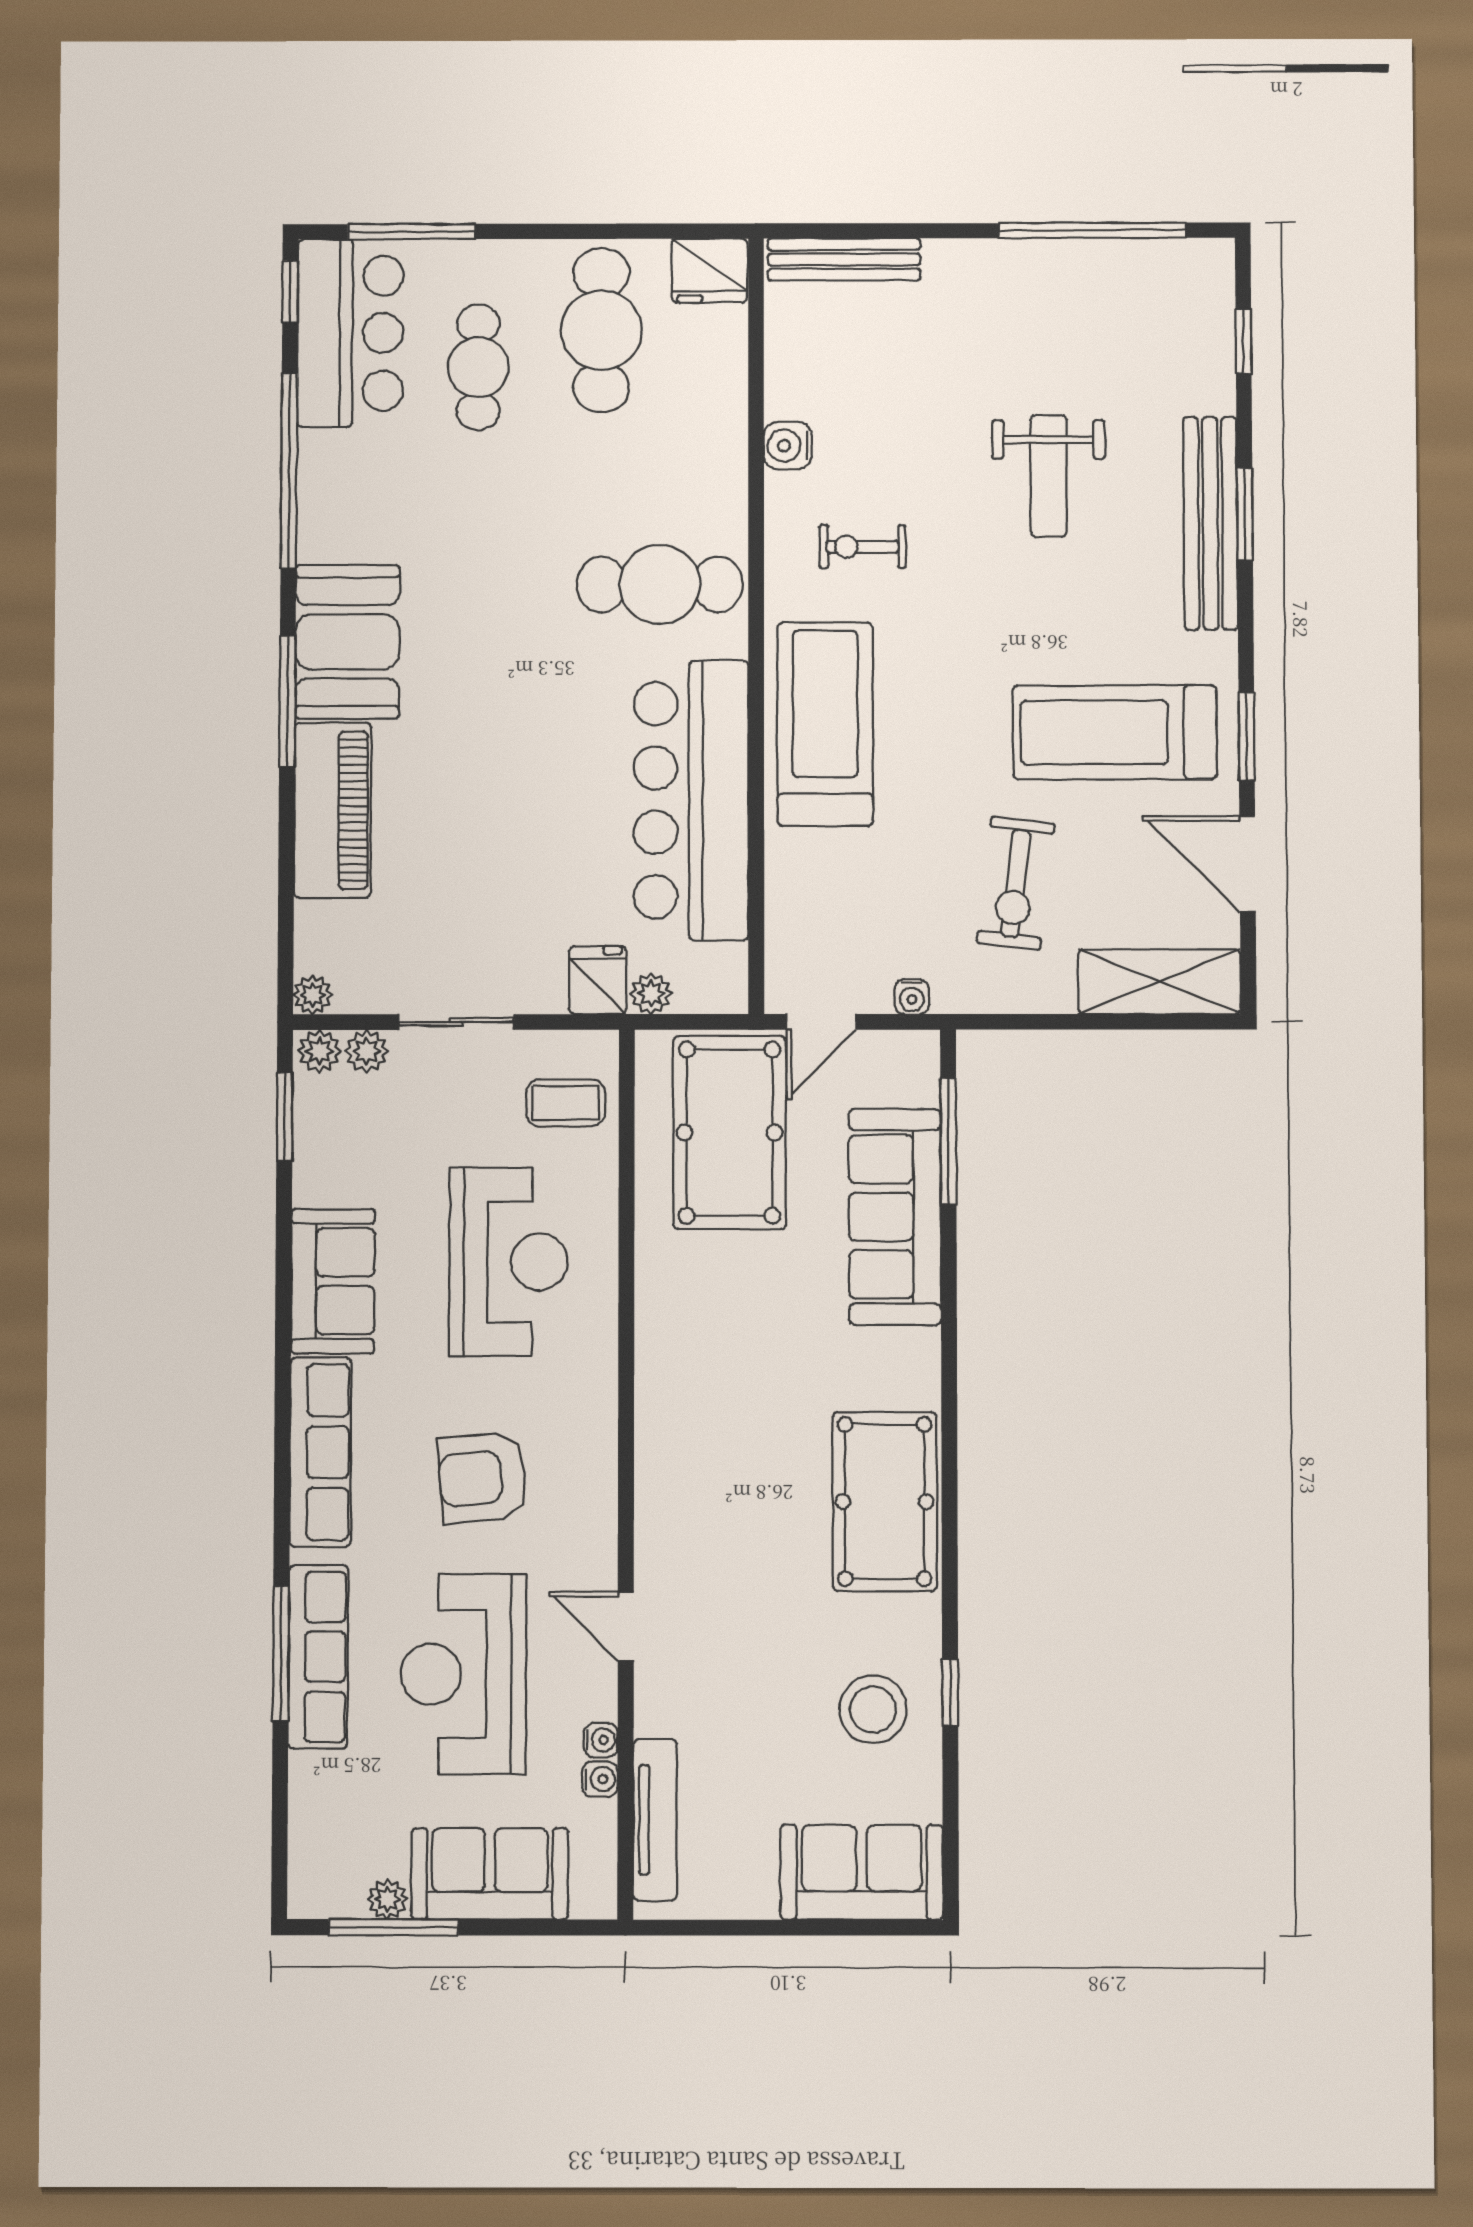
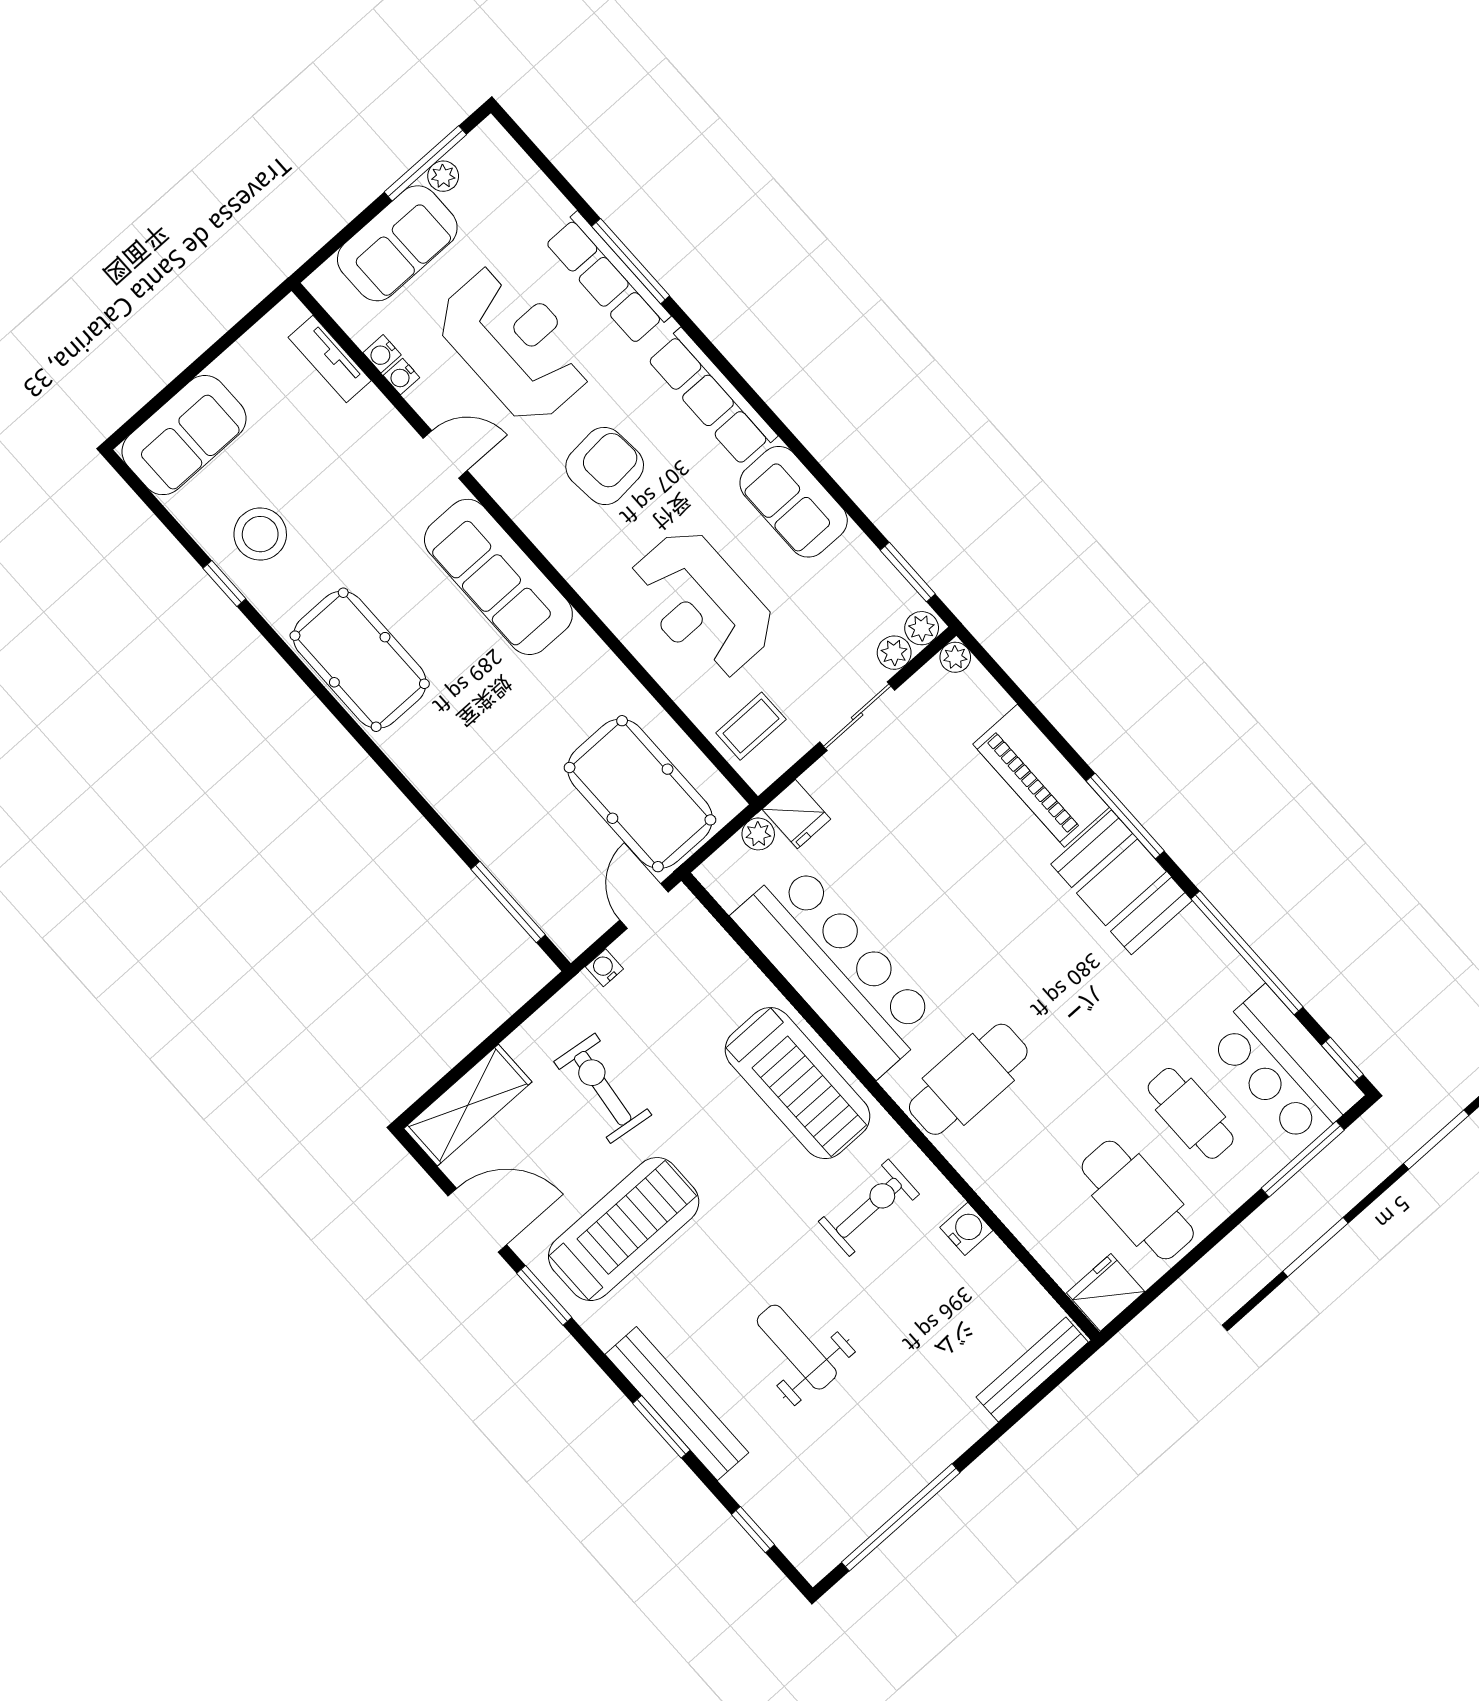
exercise bike: (862, 547) -> (869, 1208), width x1.38, depth x1.39
sofa: (895, 1217) -> (498, 577), moved, turned 180
tv unit: (655, 1820) -> (330, 359), width x0.71

